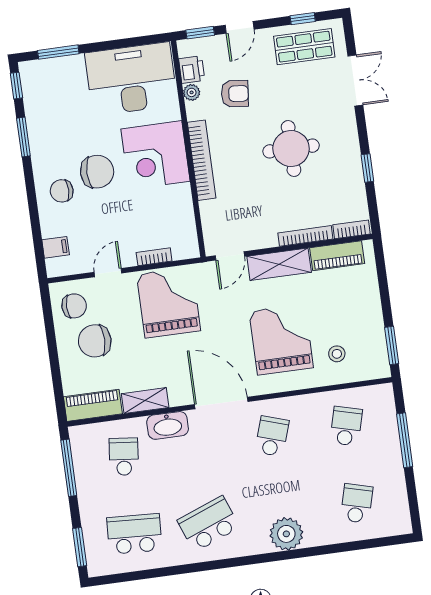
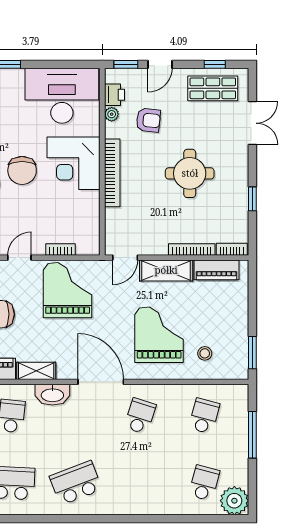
chair: (97, 172) -> (22, 170), turned 90
plant: (286, 534) -> (234, 501), moved

